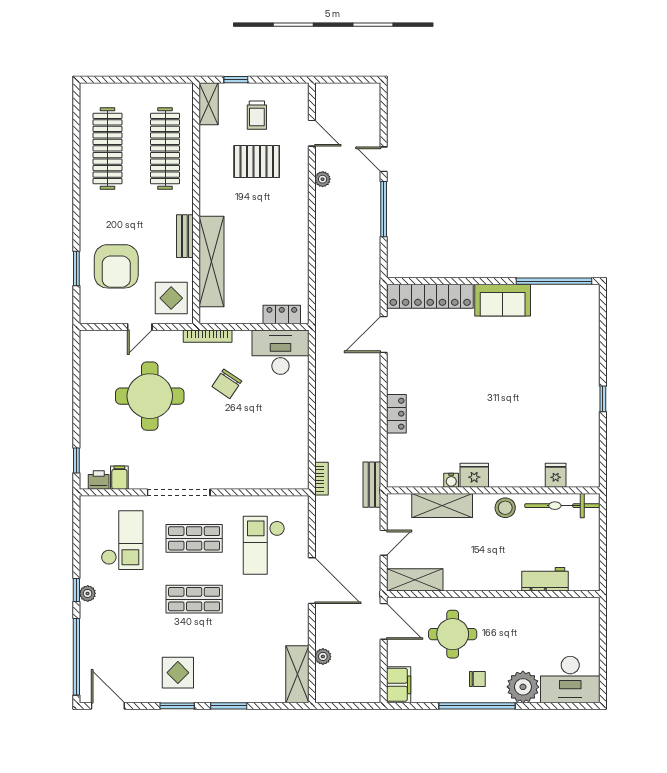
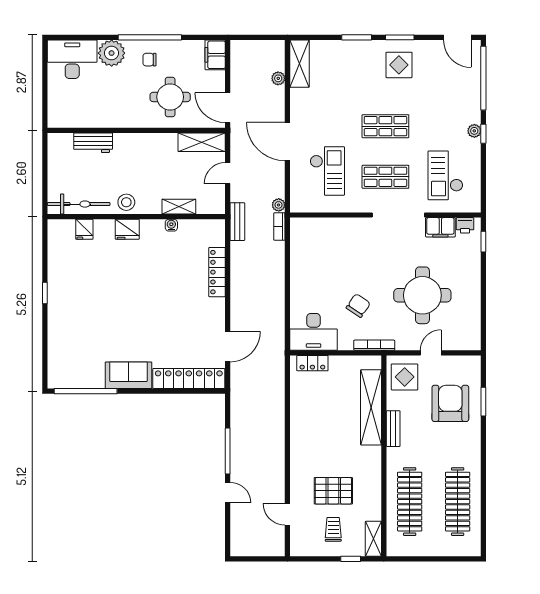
plant: (323, 179) -> (279, 205), moved
locker: (396, 414) -> (217, 272), width x1.53
fridge: (474, 475) -> (127, 229), moved
filing cabinet: (119, 478) -> (440, 227), width x2.00
shelving: (442, 506) -> (179, 207), width x0.67, depth x0.75

